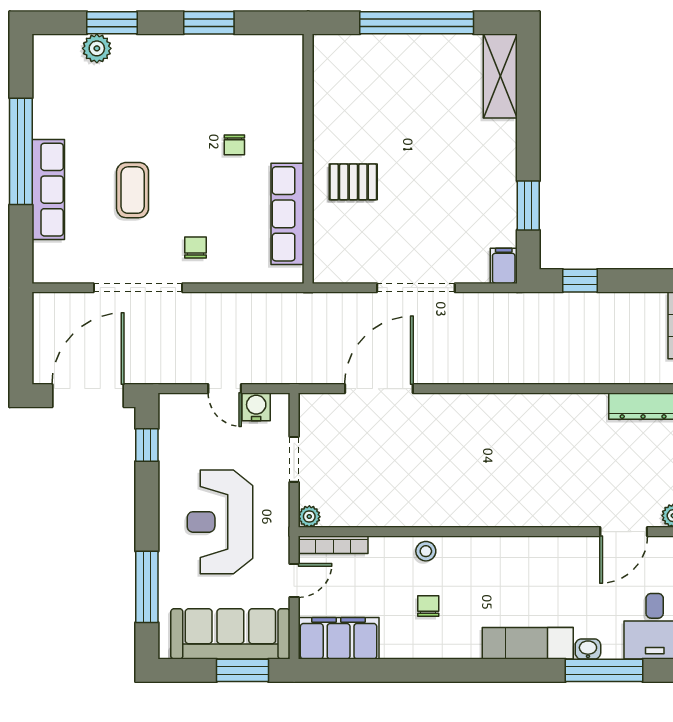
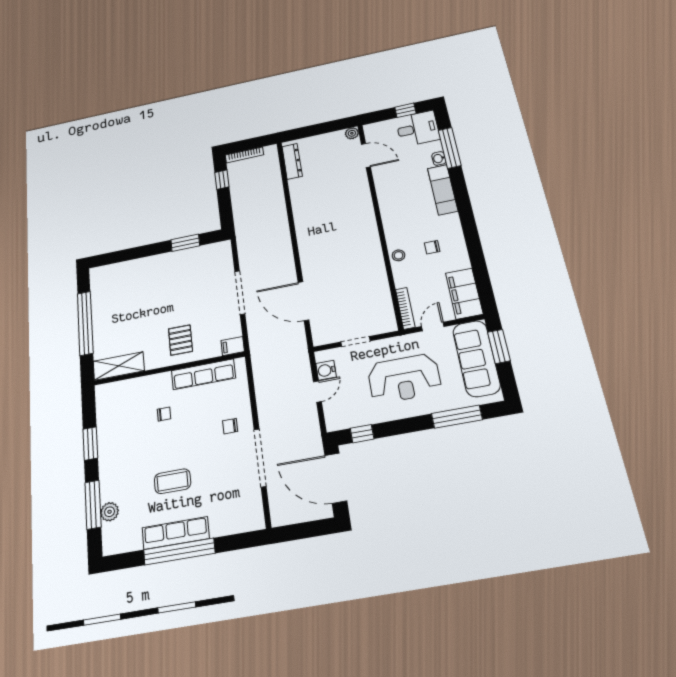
window: (112, 23) -> (93, 505), width x1.44
shelving: (500, 76) -> (119, 366), moved
row of seats: (48, 190) -> (176, 533), moved
coffee table: (133, 190) -> (172, 481), moved
filing cabinet: (504, 266) -> (233, 346), moved
window: (580, 281) -> (222, 180), moved
plant: (309, 517) -> (390, 326), removed
door: (294, 580) -> (433, 327), hinge flipped

